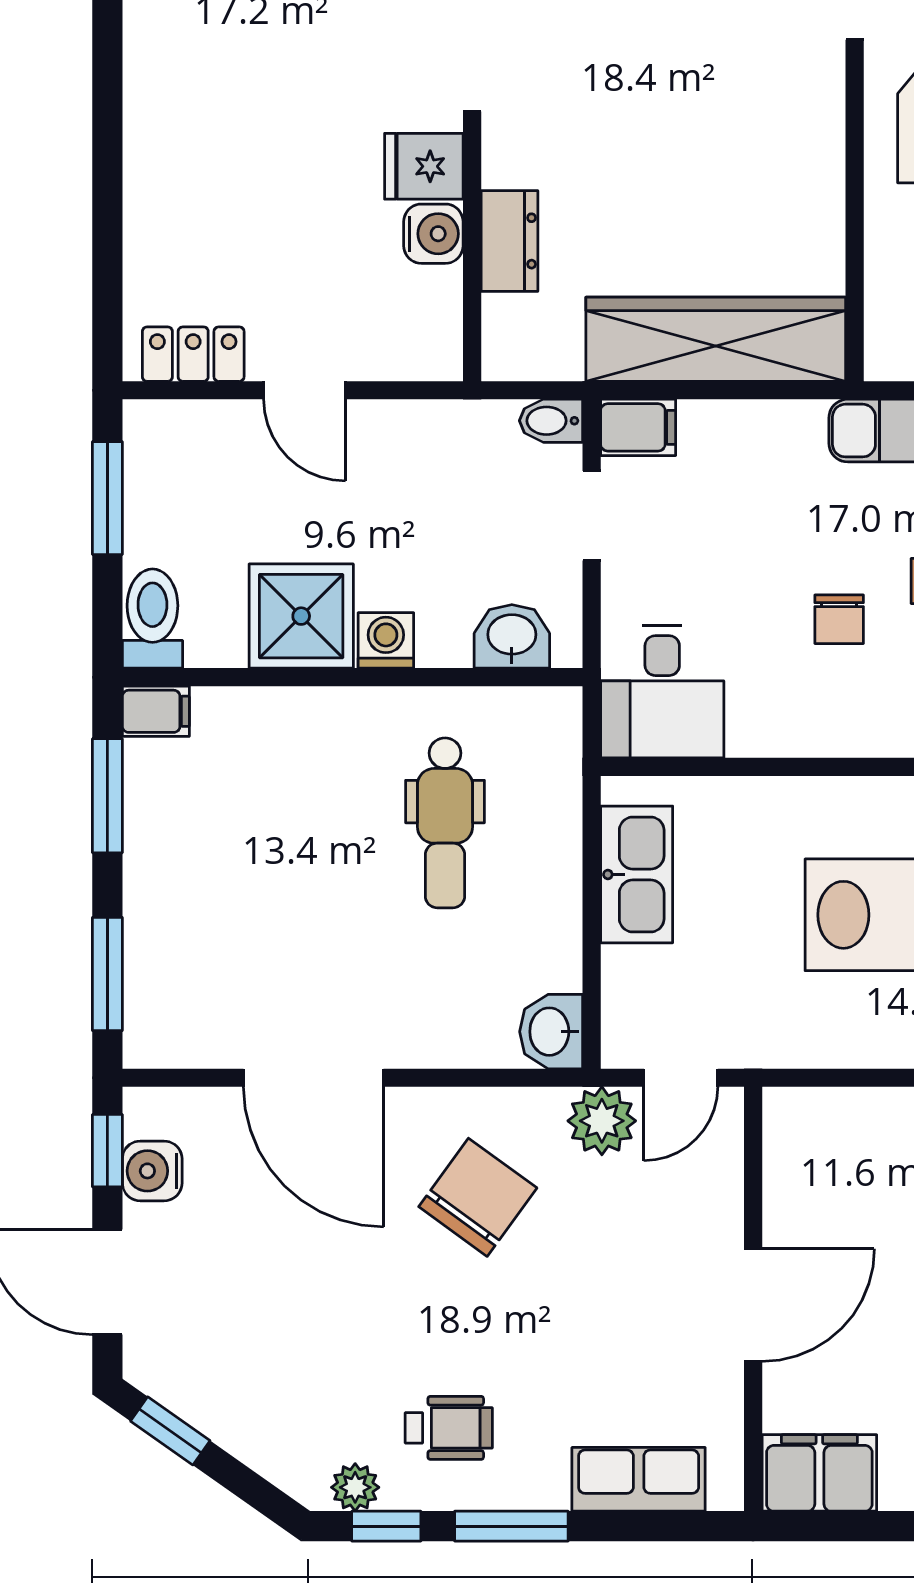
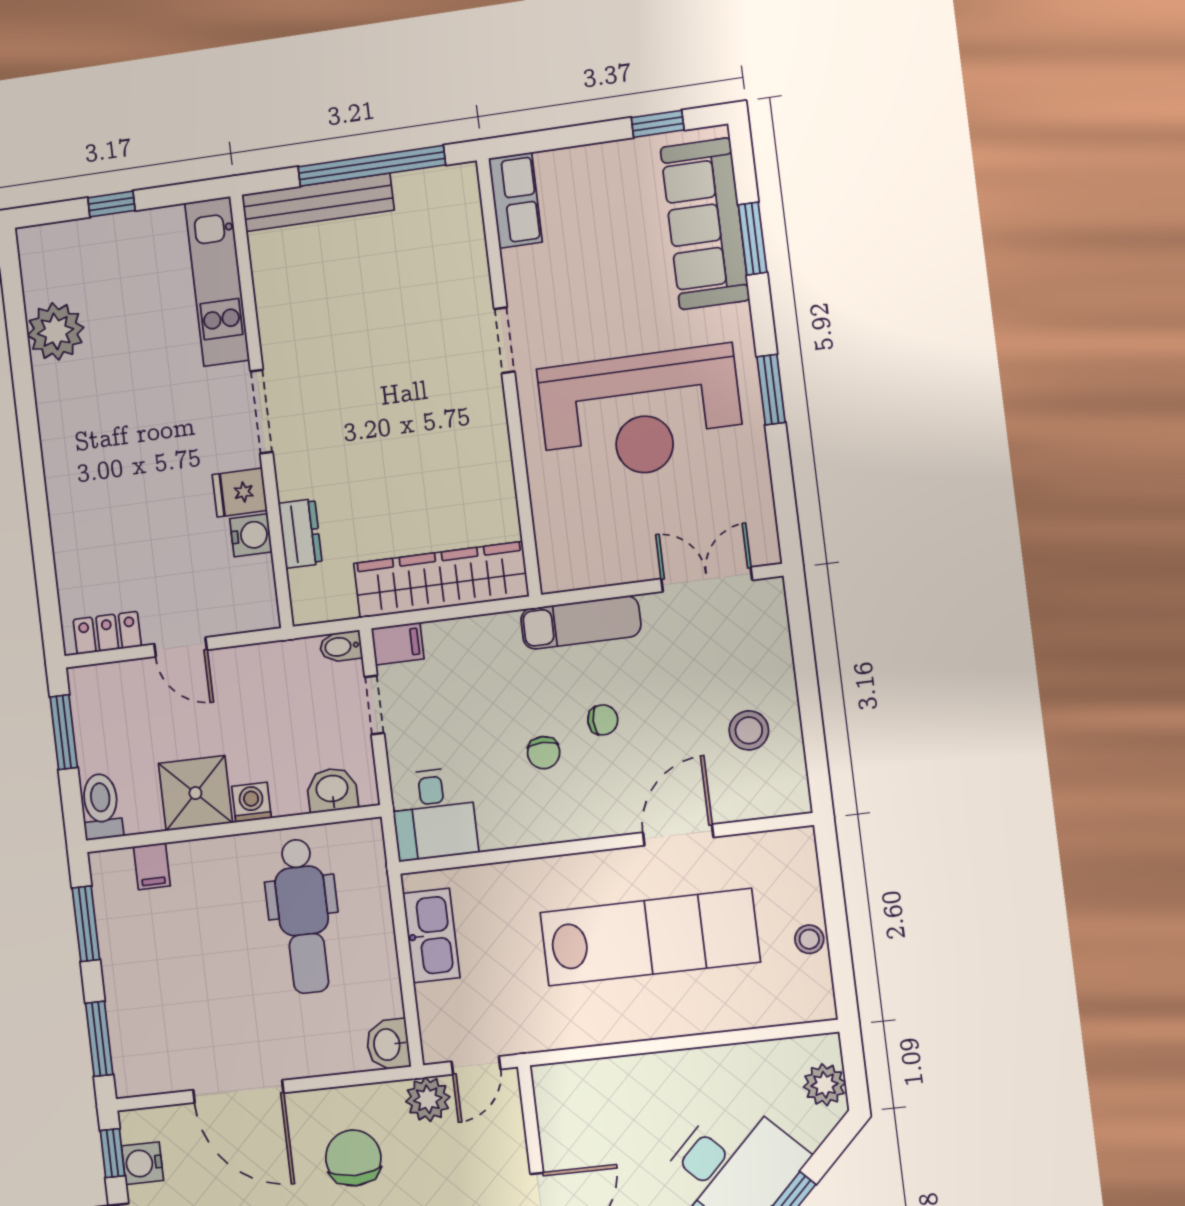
filing cabinet: (156, 711) -> (152, 866), moved, turned 90
dental chair: (445, 823) -> (303, 916), width x1.36, depth x1.38
chair: (478, 1197) -> (353, 1158), turned -36

